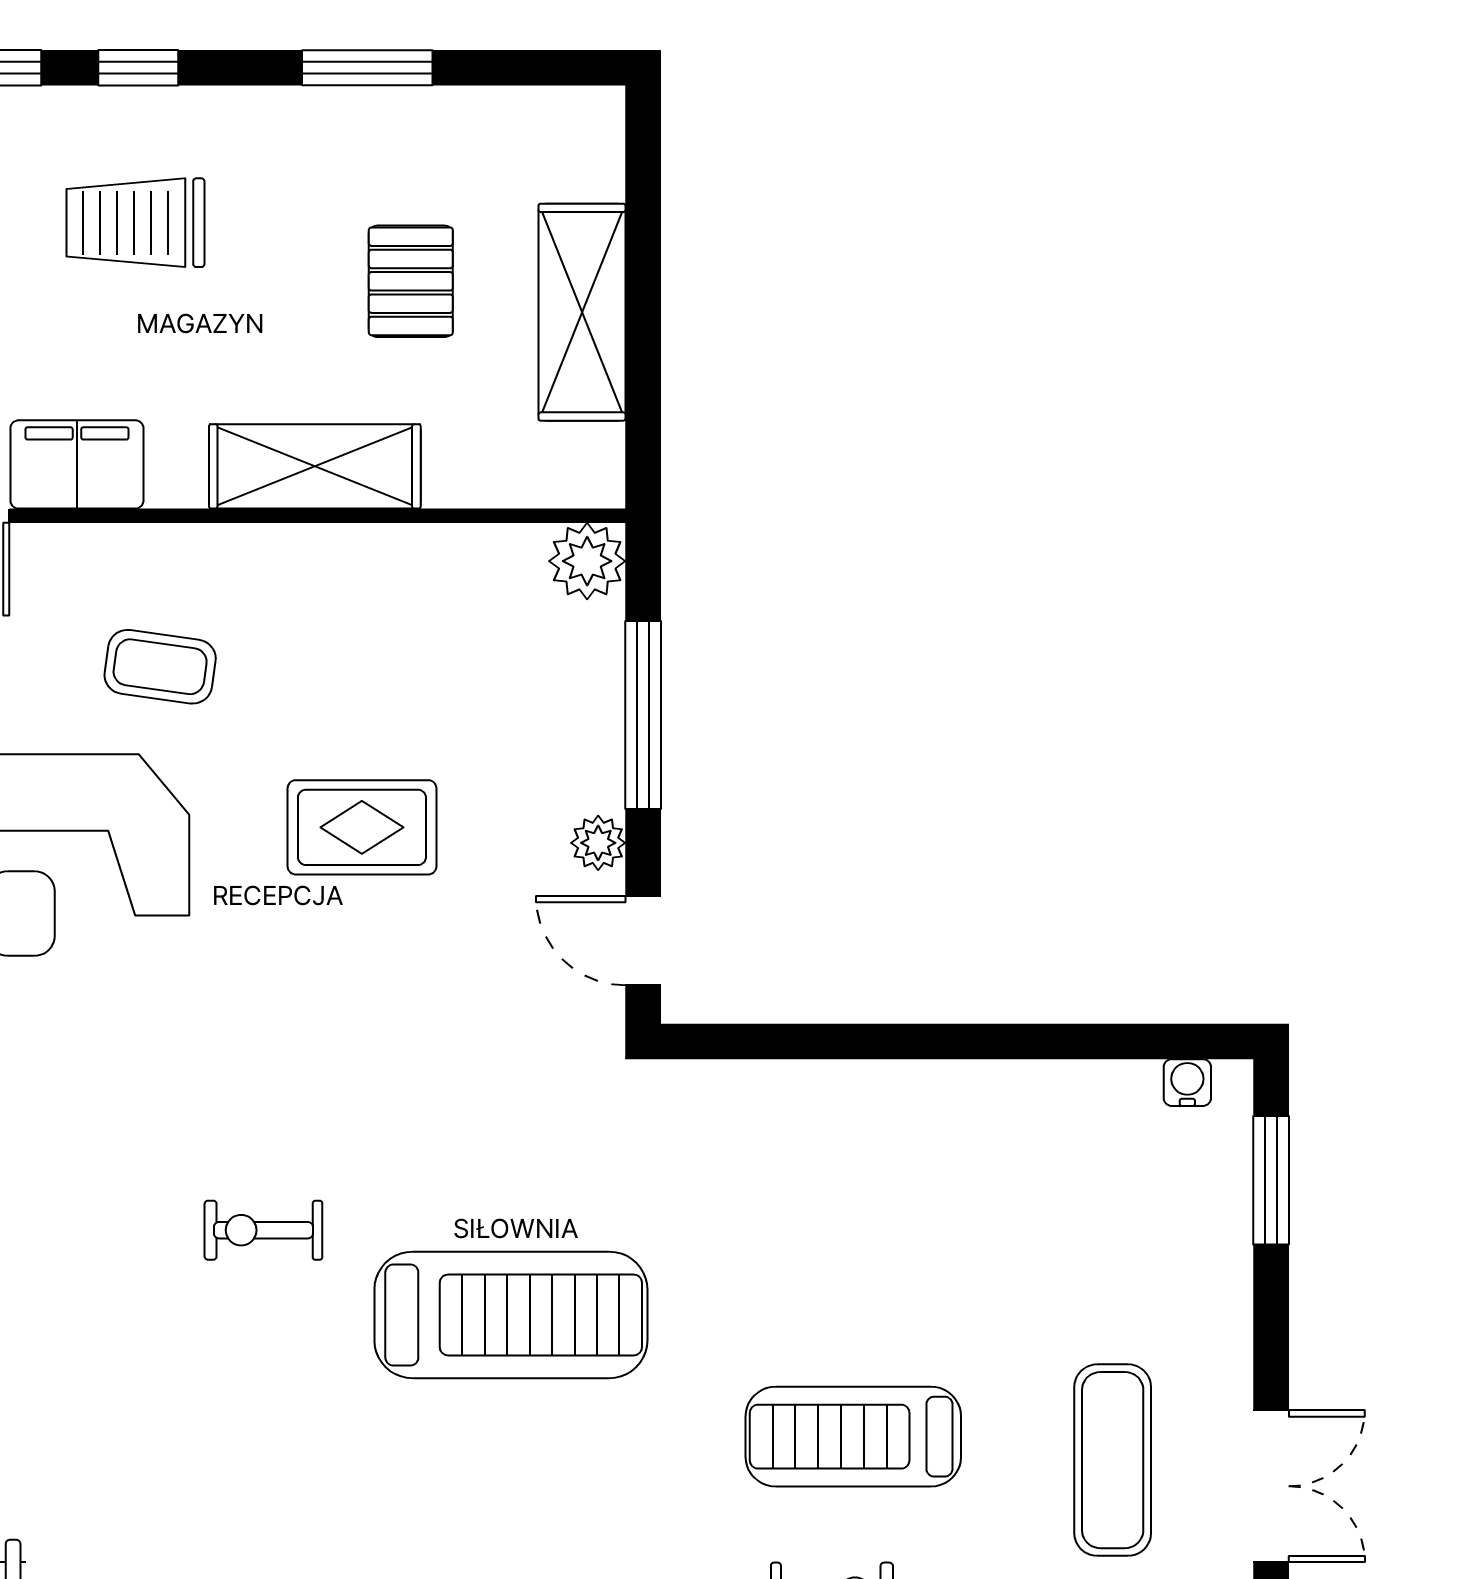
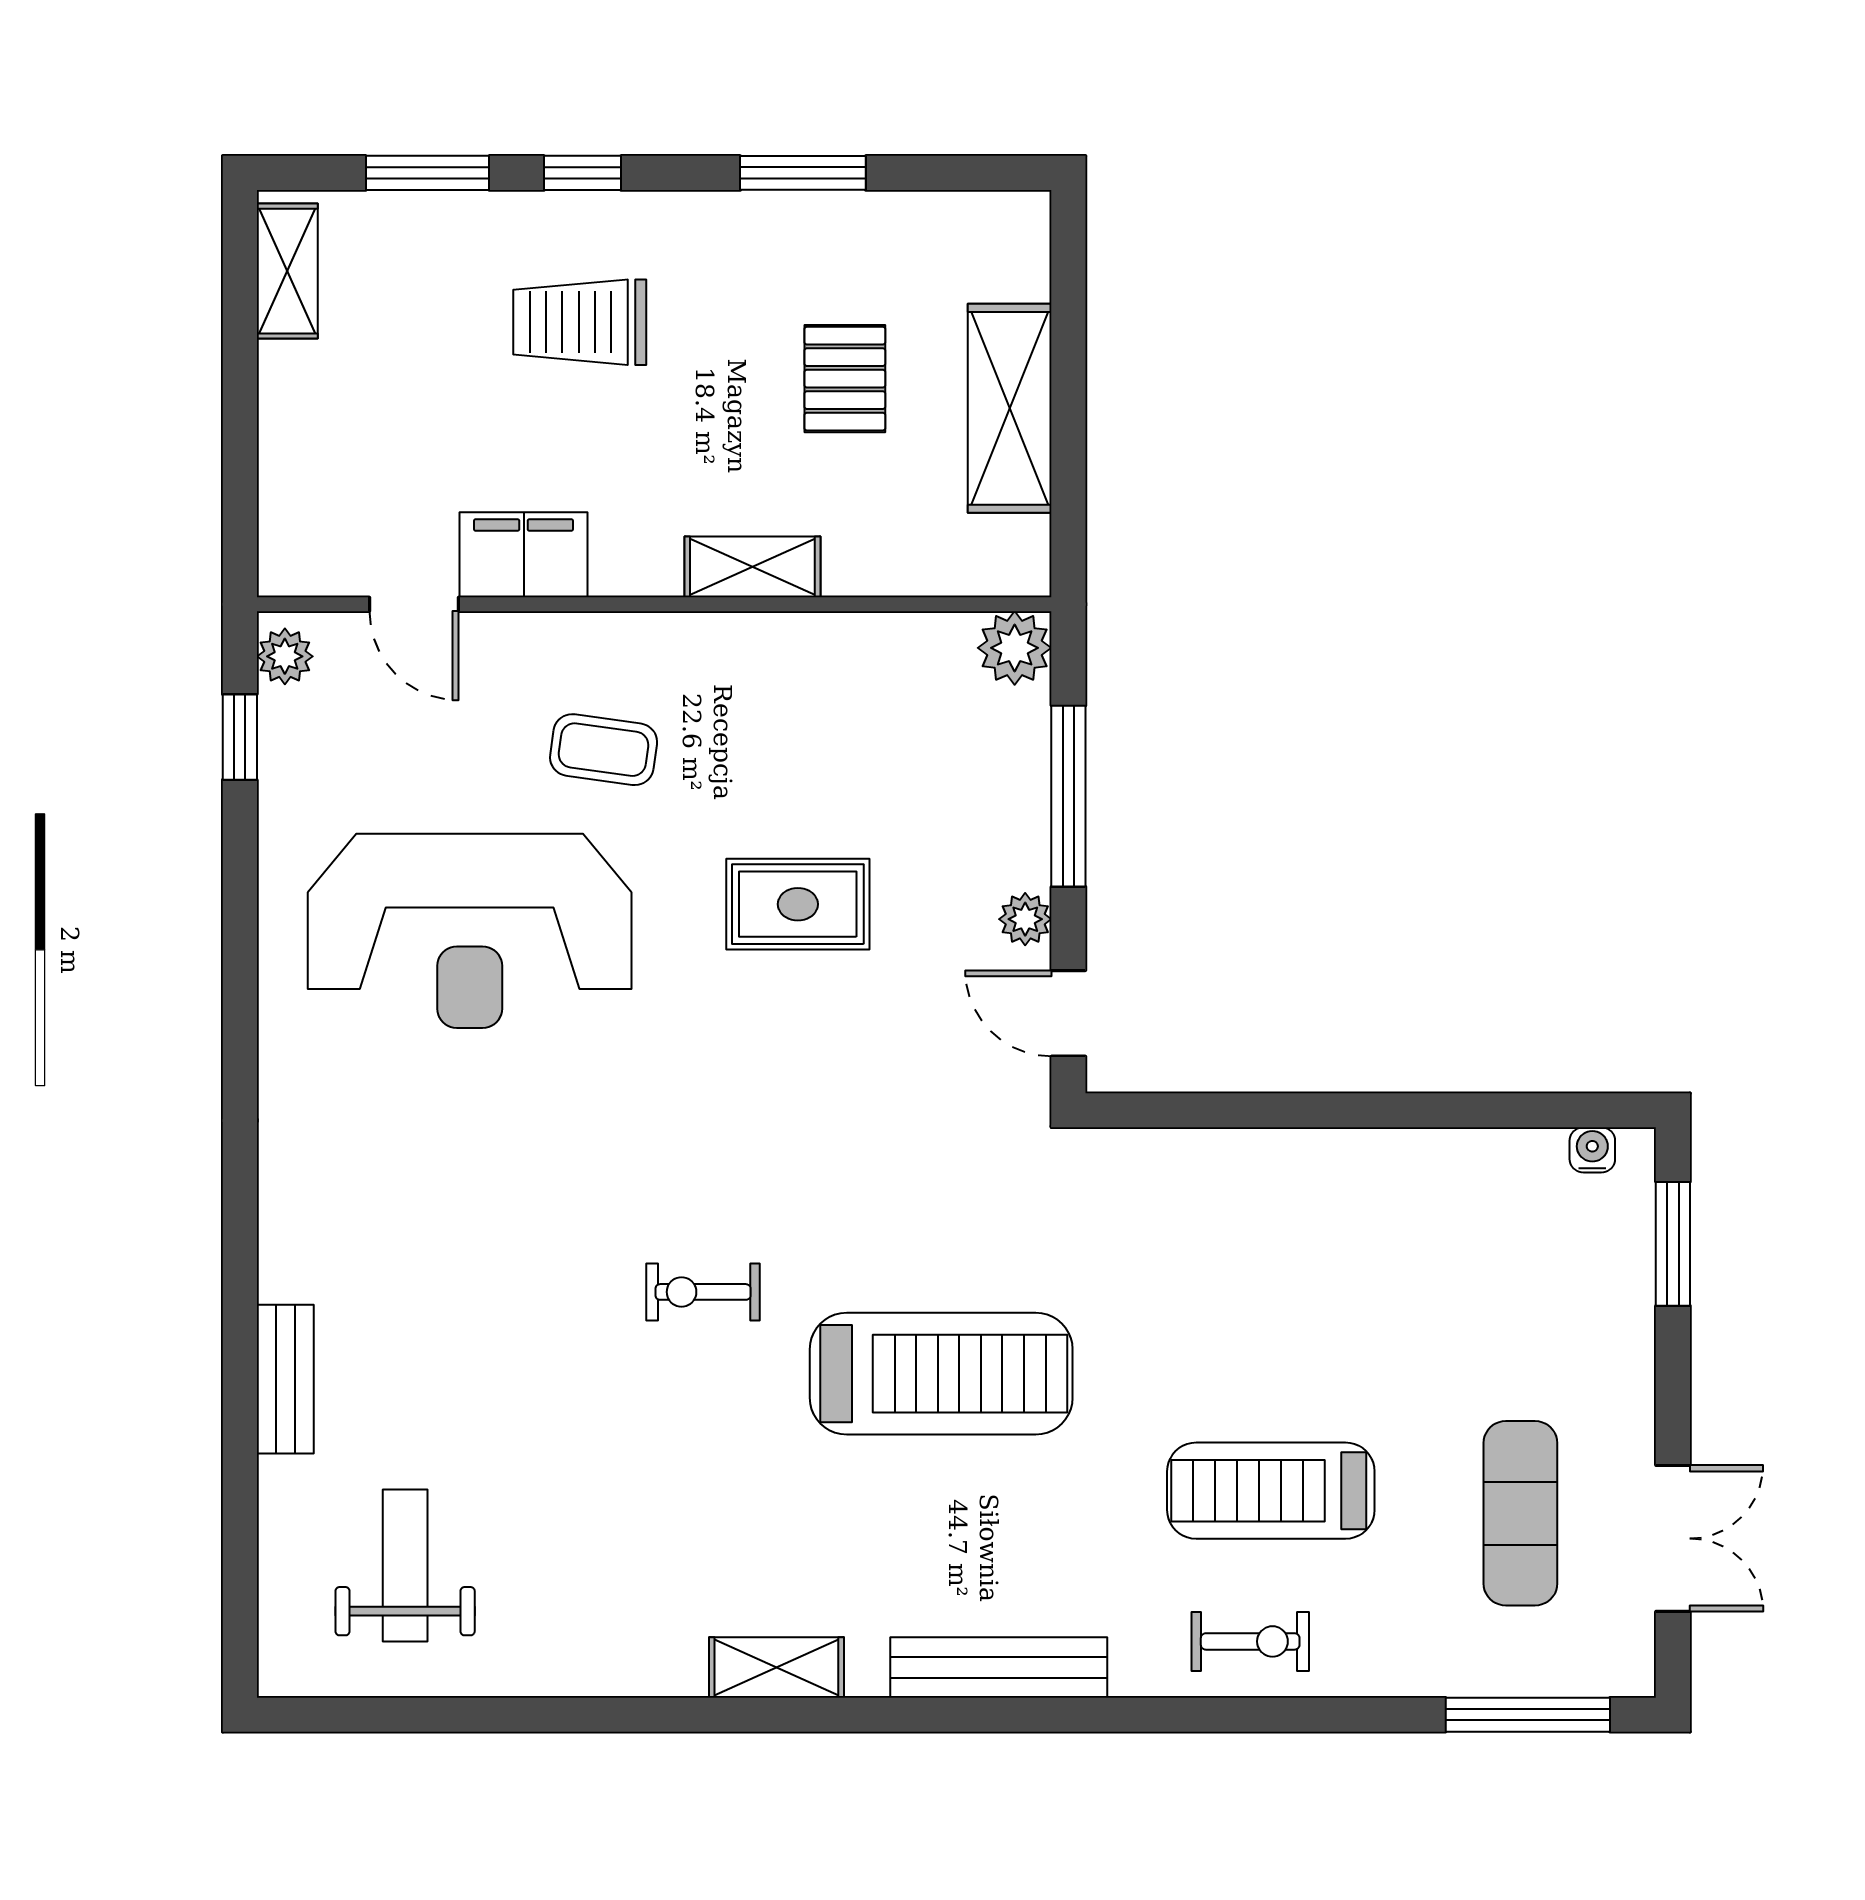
shelving: (315, 466) -> (752, 567), width x0.67, depth x0.75

